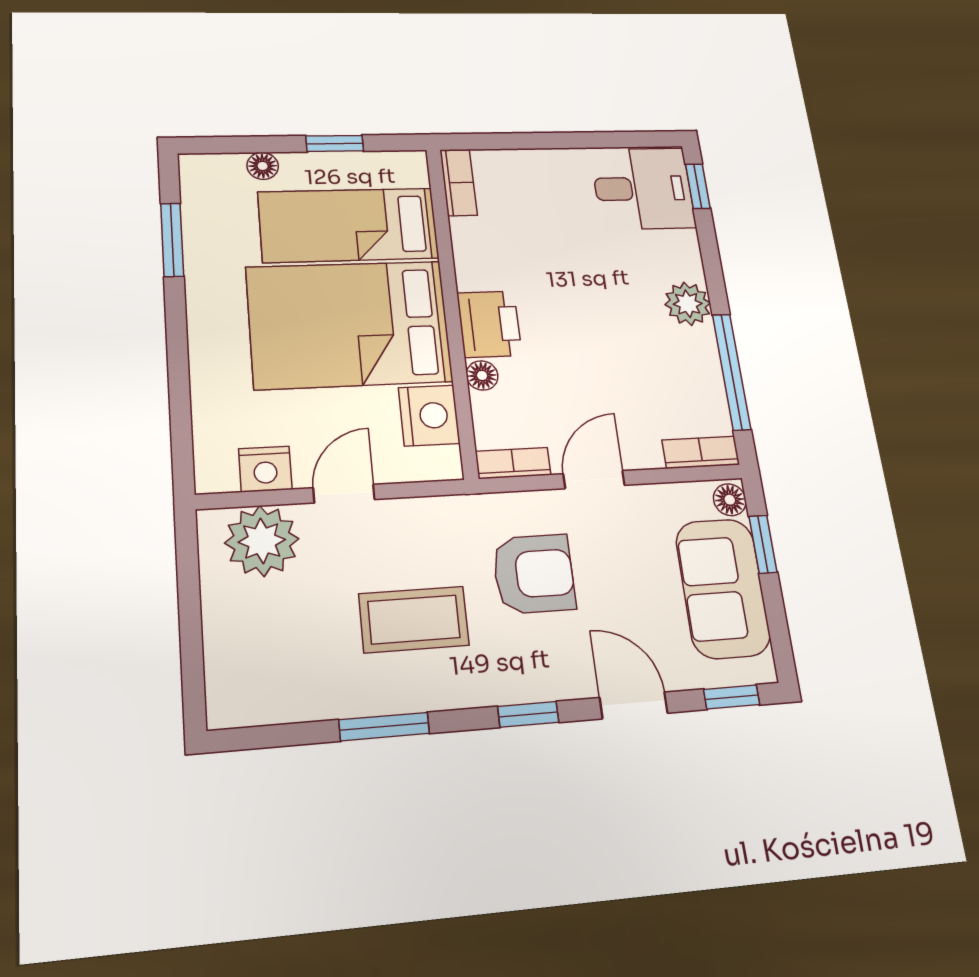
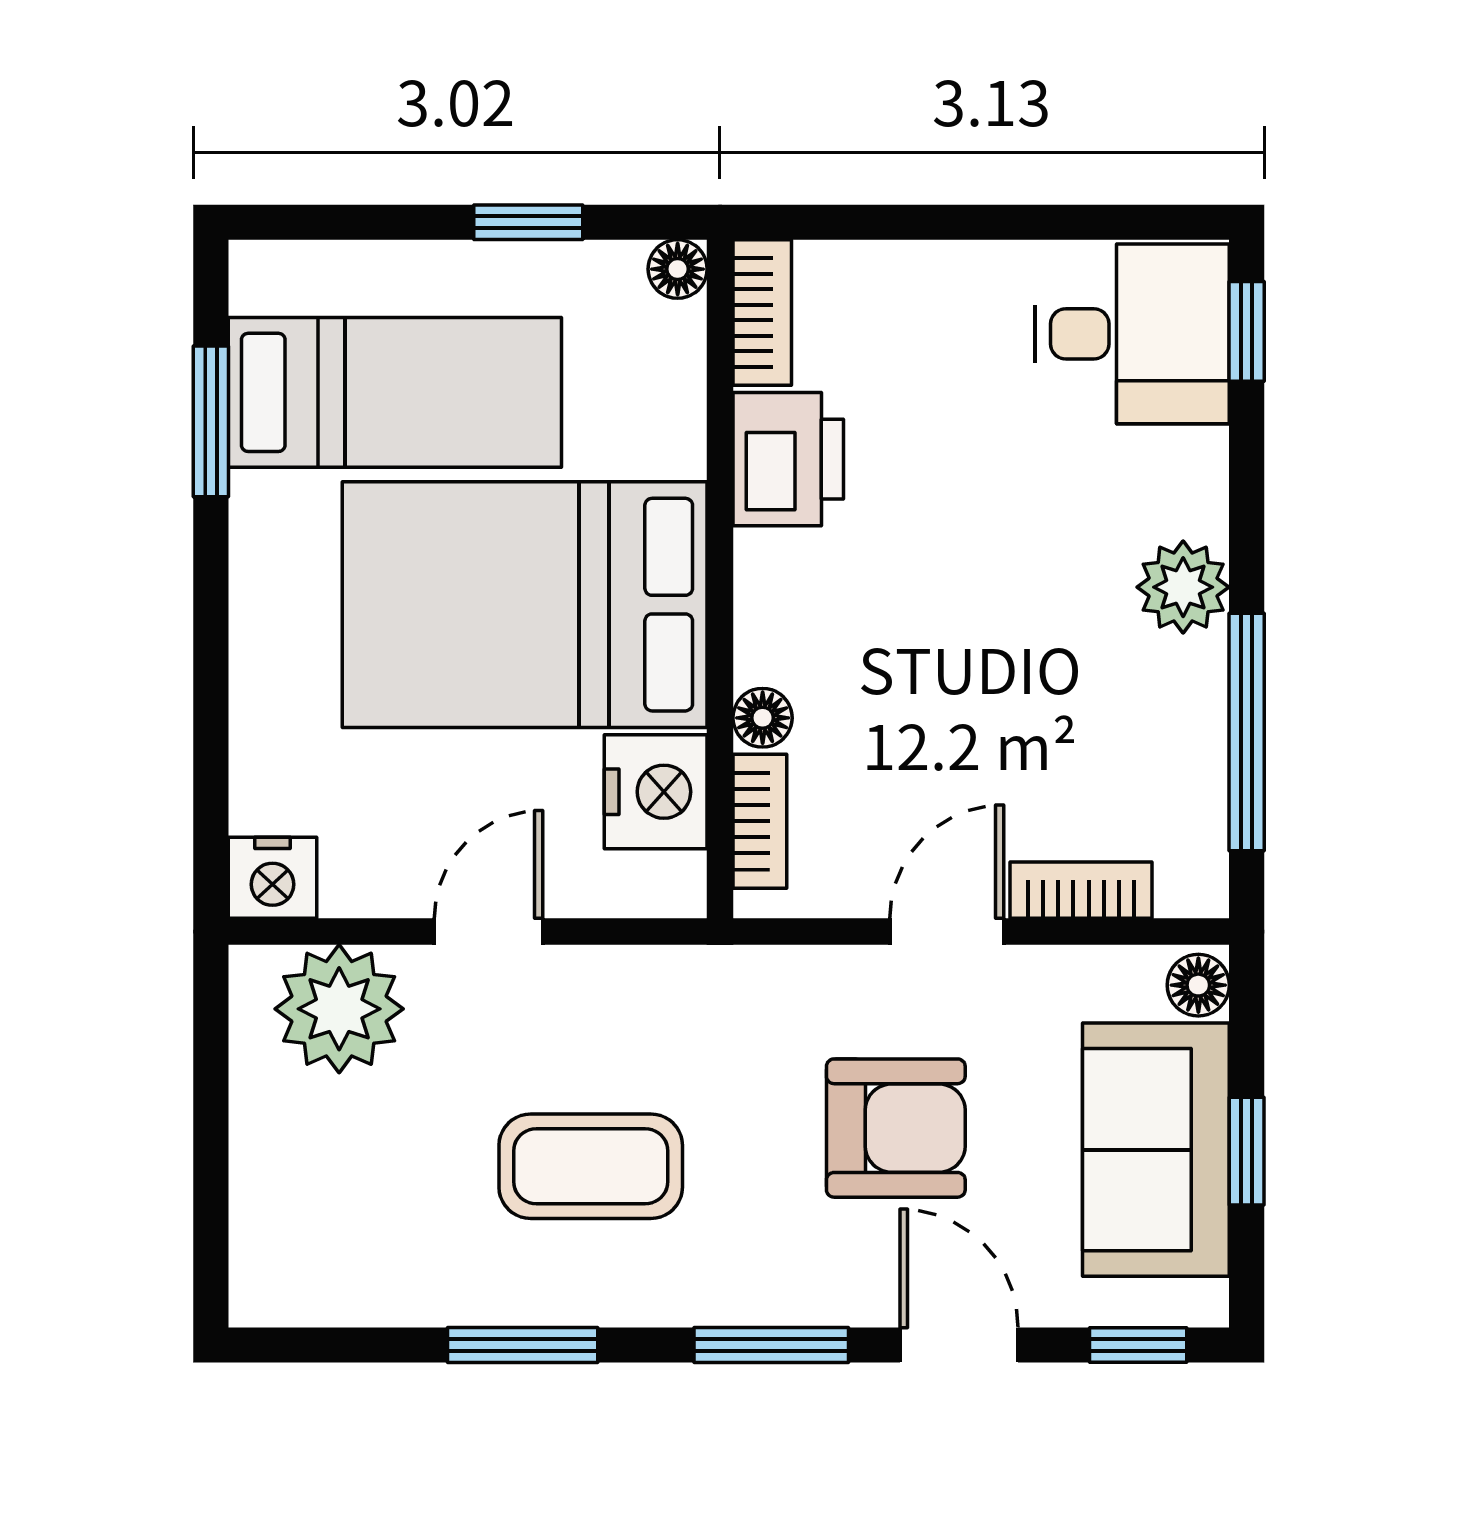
floor lamp: (263, 166) -> (678, 269), moved
bed: (348, 225) -> (395, 392), moved, turned 180
printer: (489, 324) -> (788, 459), moved
bookcase: (701, 452) -> (1081, 890), moved
bookcase: (513, 463) -> (760, 821), moved, turned 90
nightstand: (265, 469) -> (272, 878), moved
window: (763, 544) -> (1247, 1151), moved
armchair: (534, 574) -> (896, 1128), moved
window: (528, 714) -> (771, 1345), width x1.50

